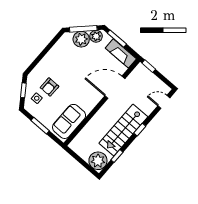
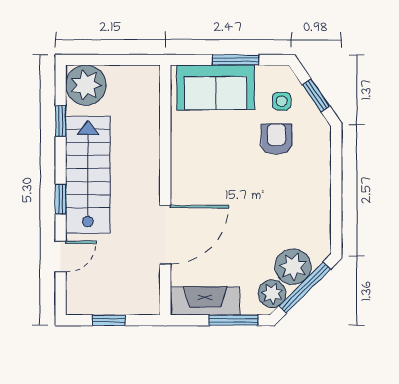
window: (149, 66) -> (109, 320), moved
door: (164, 102) -> (61, 257), moved
sofa: (69, 121) -> (216, 87), moved, turned 90

